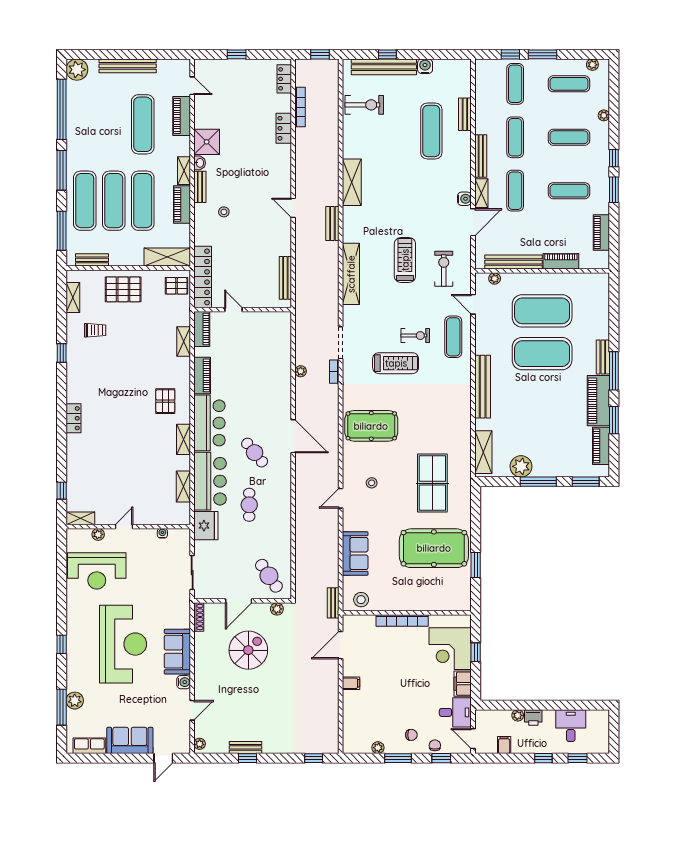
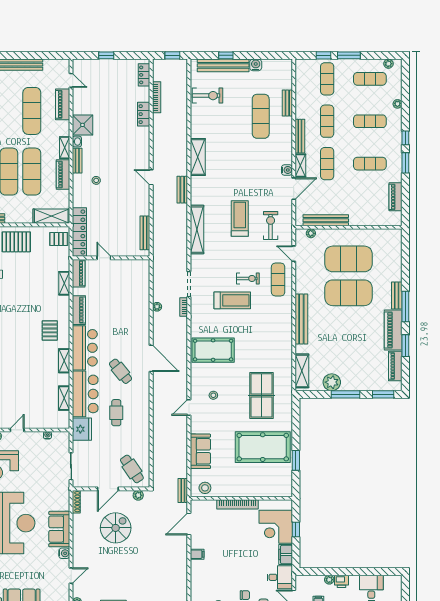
piano: (561, 261) -> (363, 220), removed

